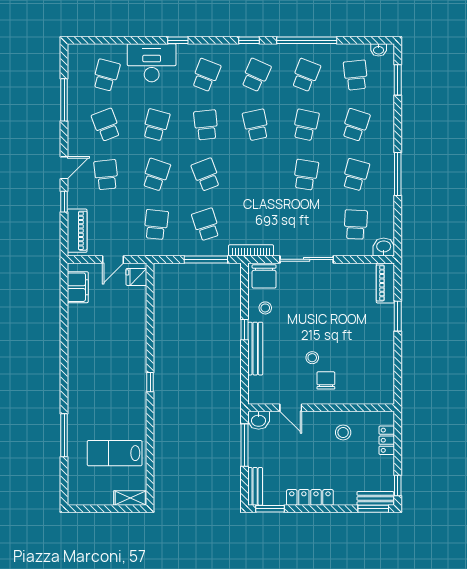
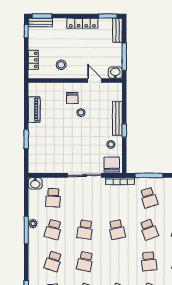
school desk: (256, 125) -> (117, 230), moved
plant: (387, 184) -> (33, 224), added
piano: (385, 283) -> (34, 110), moved

